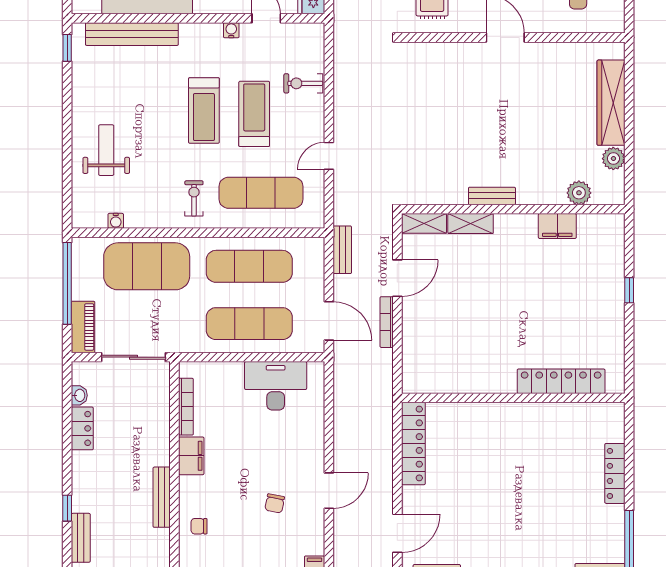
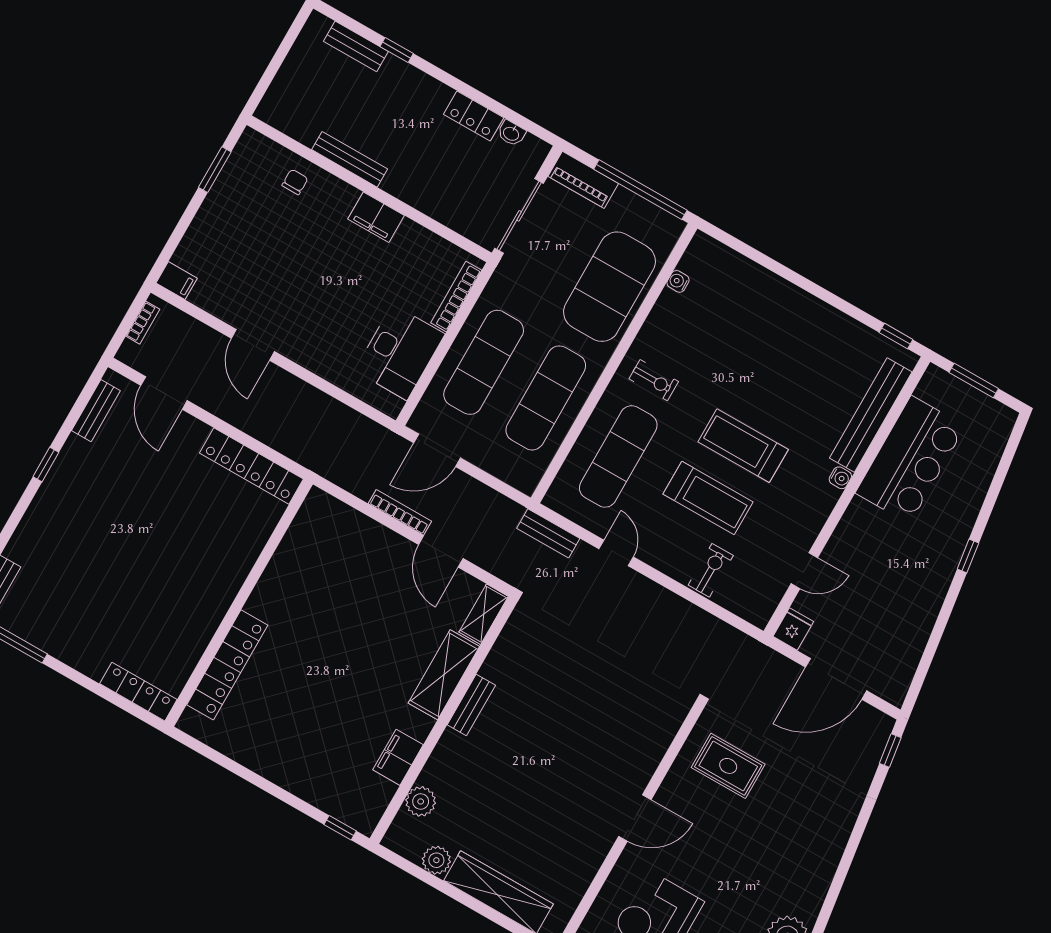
water cooler: (231, 30) -> (840, 478), moved
weight bench: (106, 150) -> (761, 315), removed
shelving: (471, 224) -> (444, 675), width x1.50, depth x1.33
bench: (342, 250) -> (548, 533), moved
window: (629, 290) -> (340, 828), moved
bookcase: (186, 407) -> (456, 297), moved, turned 90
locker: (615, 473) -> (138, 692), moved
chair: (275, 503) -> (273, 278), removed

